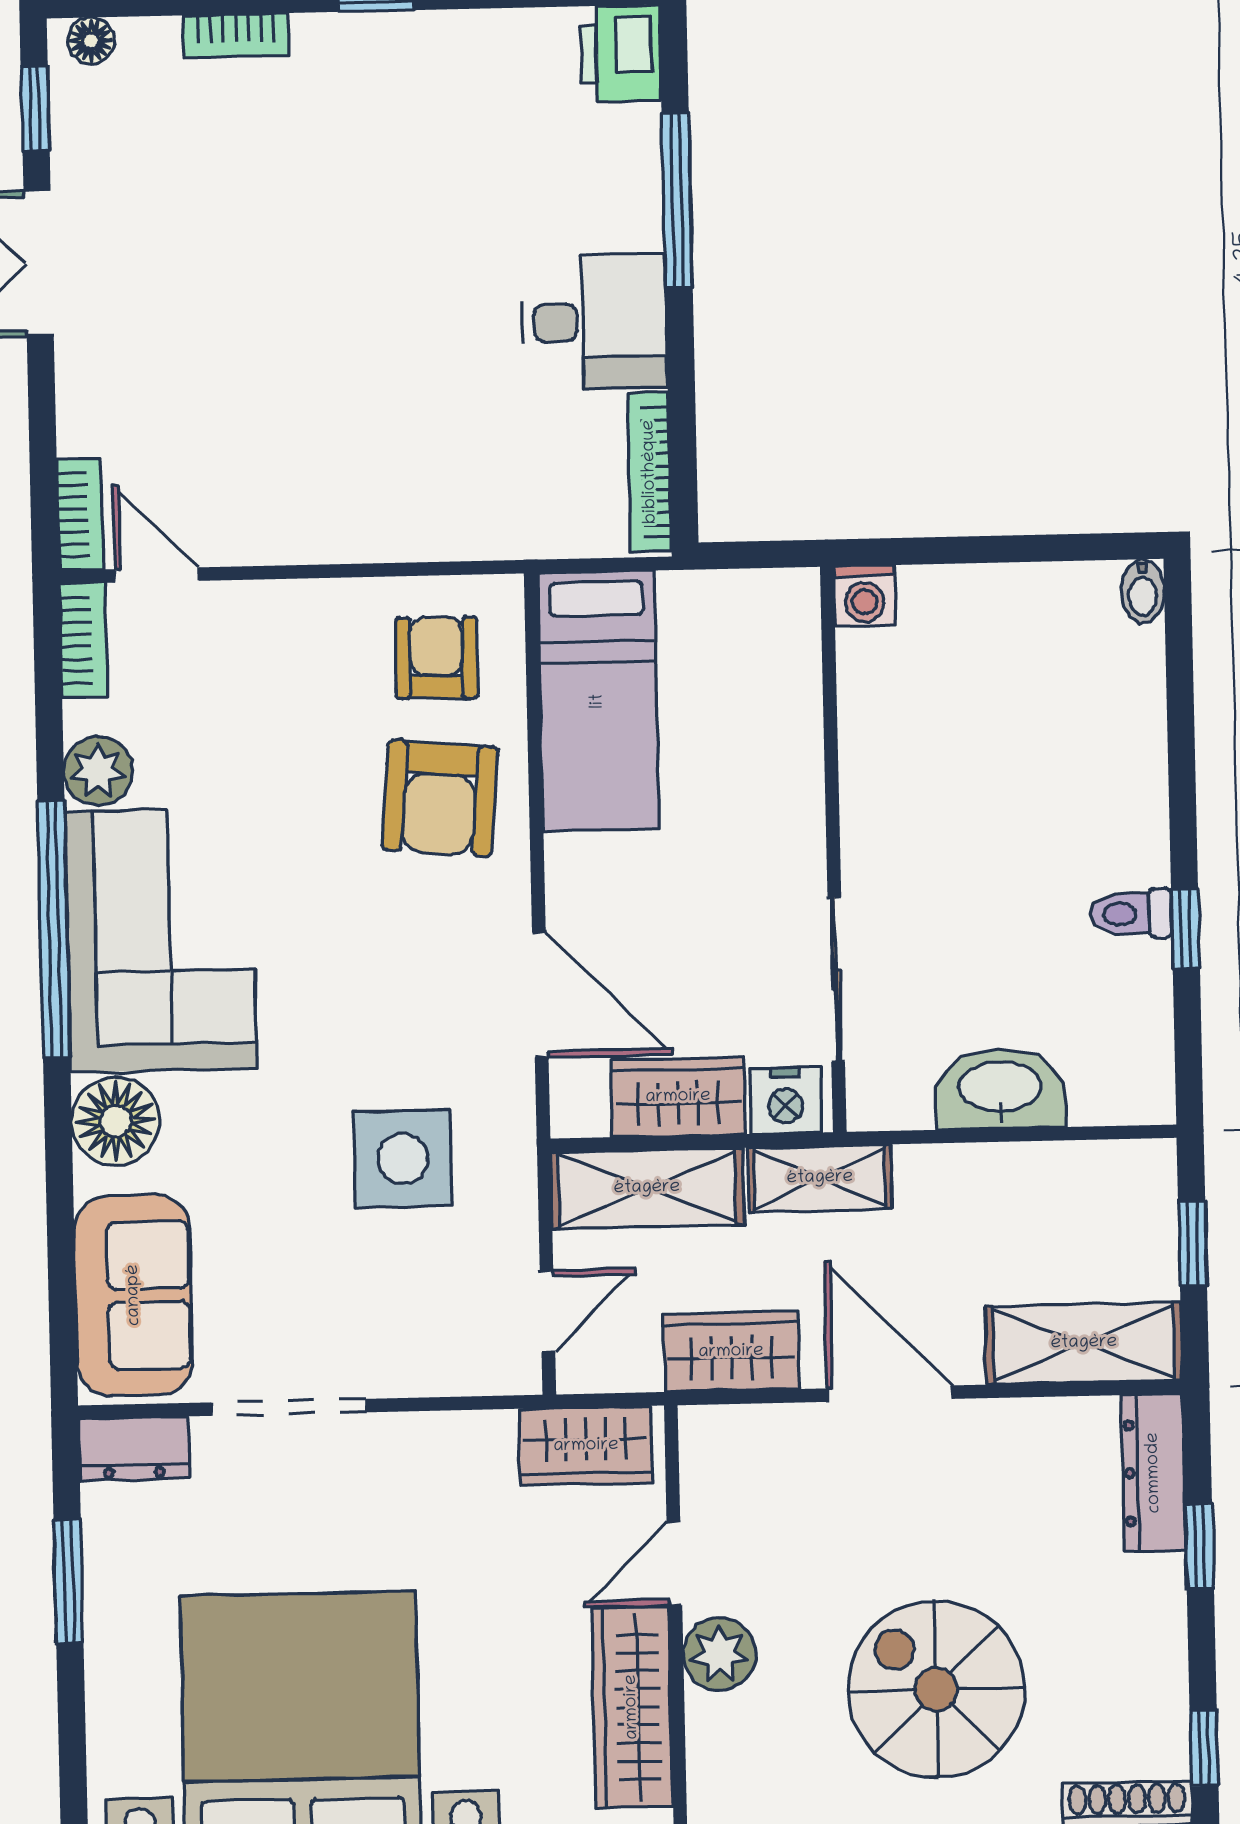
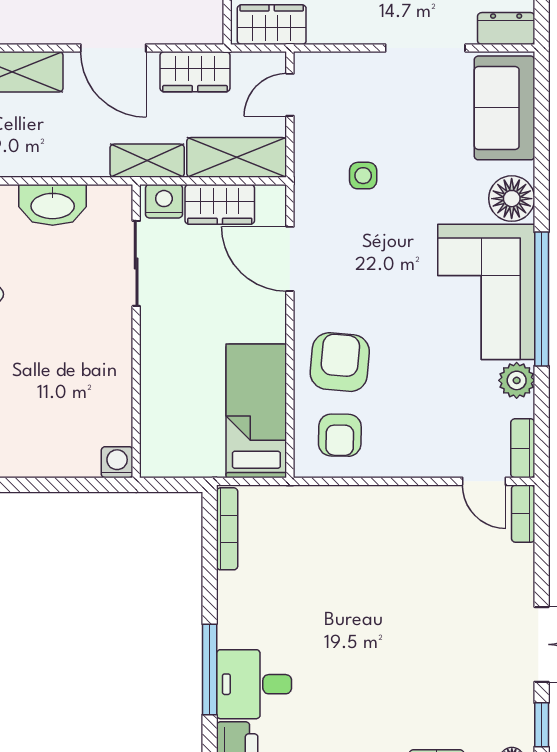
desk: (594, 322) -> (254, 684), moved
side table: (403, 1159) -> (363, 176), width x0.54, depth x0.54

